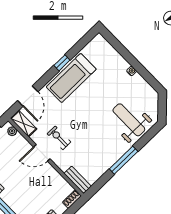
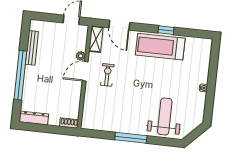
door: (28, 96) -> (119, 25), hinge flipped
plant: (12, 131) -> (81, 56), moved
door: (42, 153) -> (85, 71), hinge flipped
bench: (78, 180) -> (87, 115), removed

